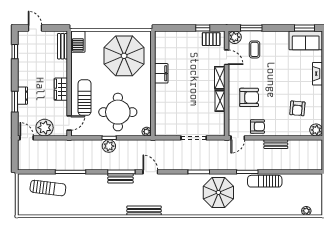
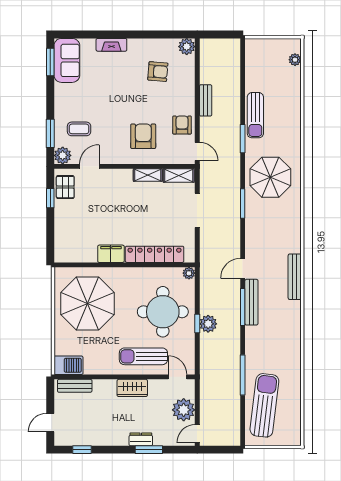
shelving: (220, 78) -> (179, 175), moved
locker: (161, 106) -> (155, 254), added
bench: (120, 178) -> (251, 302), width x1.36
sun lounger: (48, 188) -> (264, 405), width x1.36, depth x1.34

